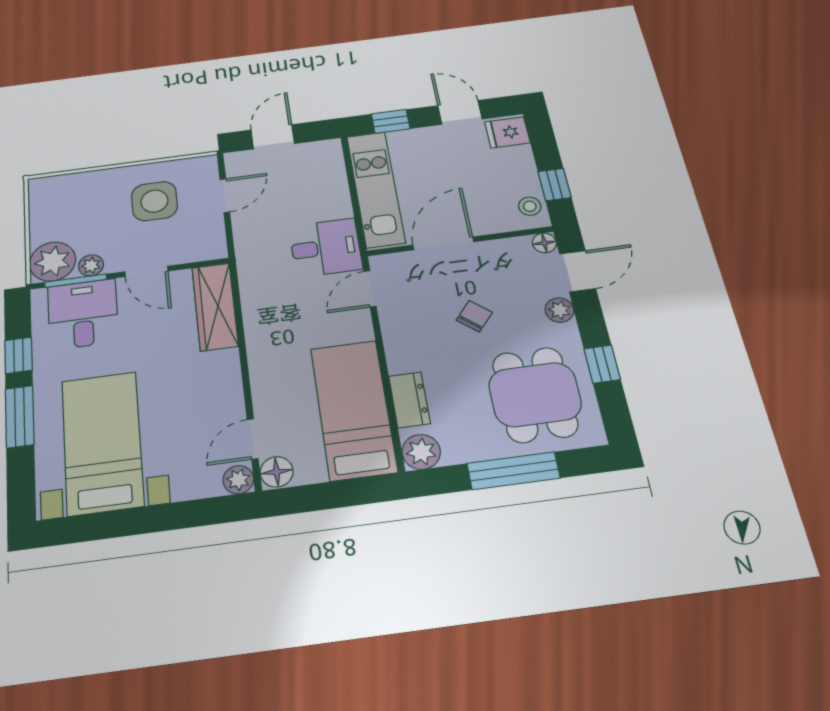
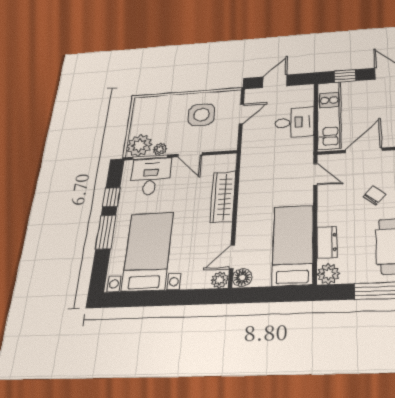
desk: (326, 248) -> (294, 122), moved
door: (370, 289) -> (315, 174), swing flipped
wardrobe: (215, 307) -> (223, 197), moved

